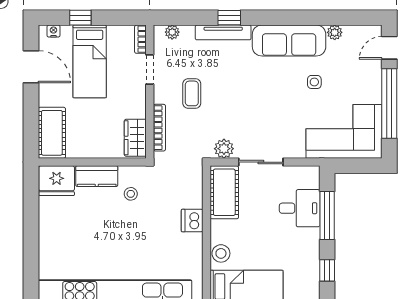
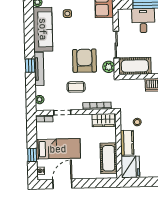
armchair: (235, 109) -> (85, 61), added
cot: (52, 133) -> (109, 158), moved, turned 90

